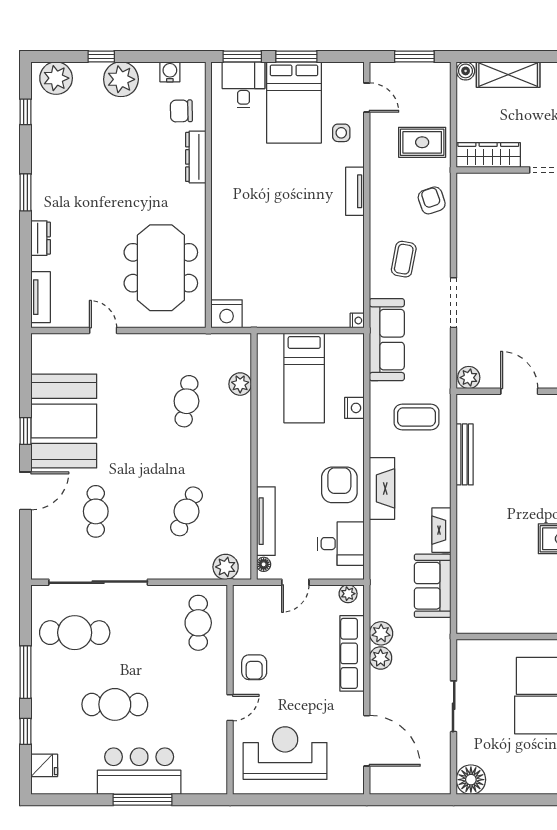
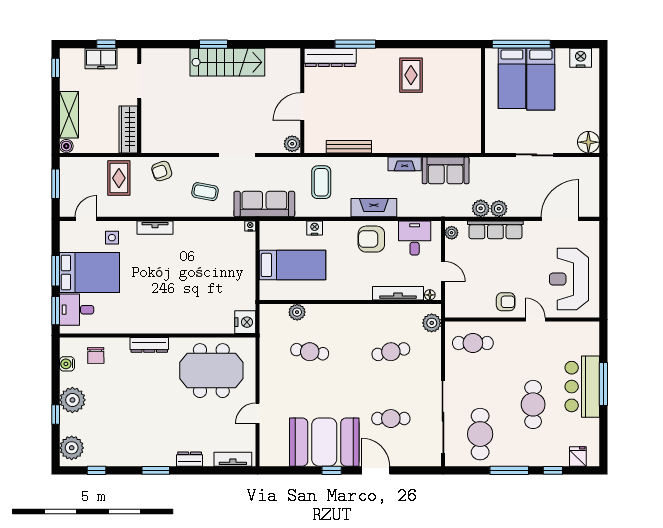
dresser: (196, 157) -> (149, 345), moved
cafe table: (186, 511) -> (391, 352), turned -36

